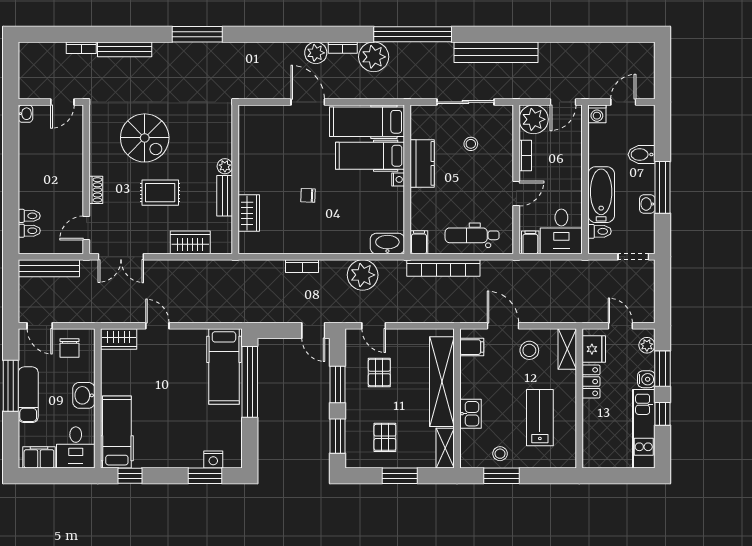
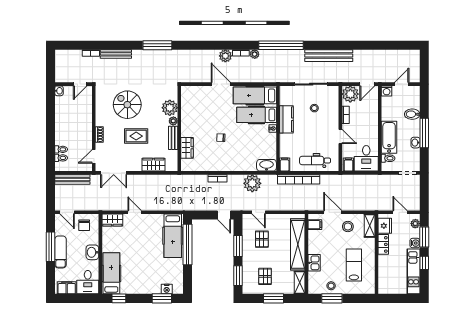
plant: (374, 57) -> (255, 54), width x0.53, depth x0.53
spiral stairs: (145, 138) -> (127, 105), turned 180
plant: (219, 143) -> (170, 108), added
door: (516, 194) -> (340, 137), hinge flipped

